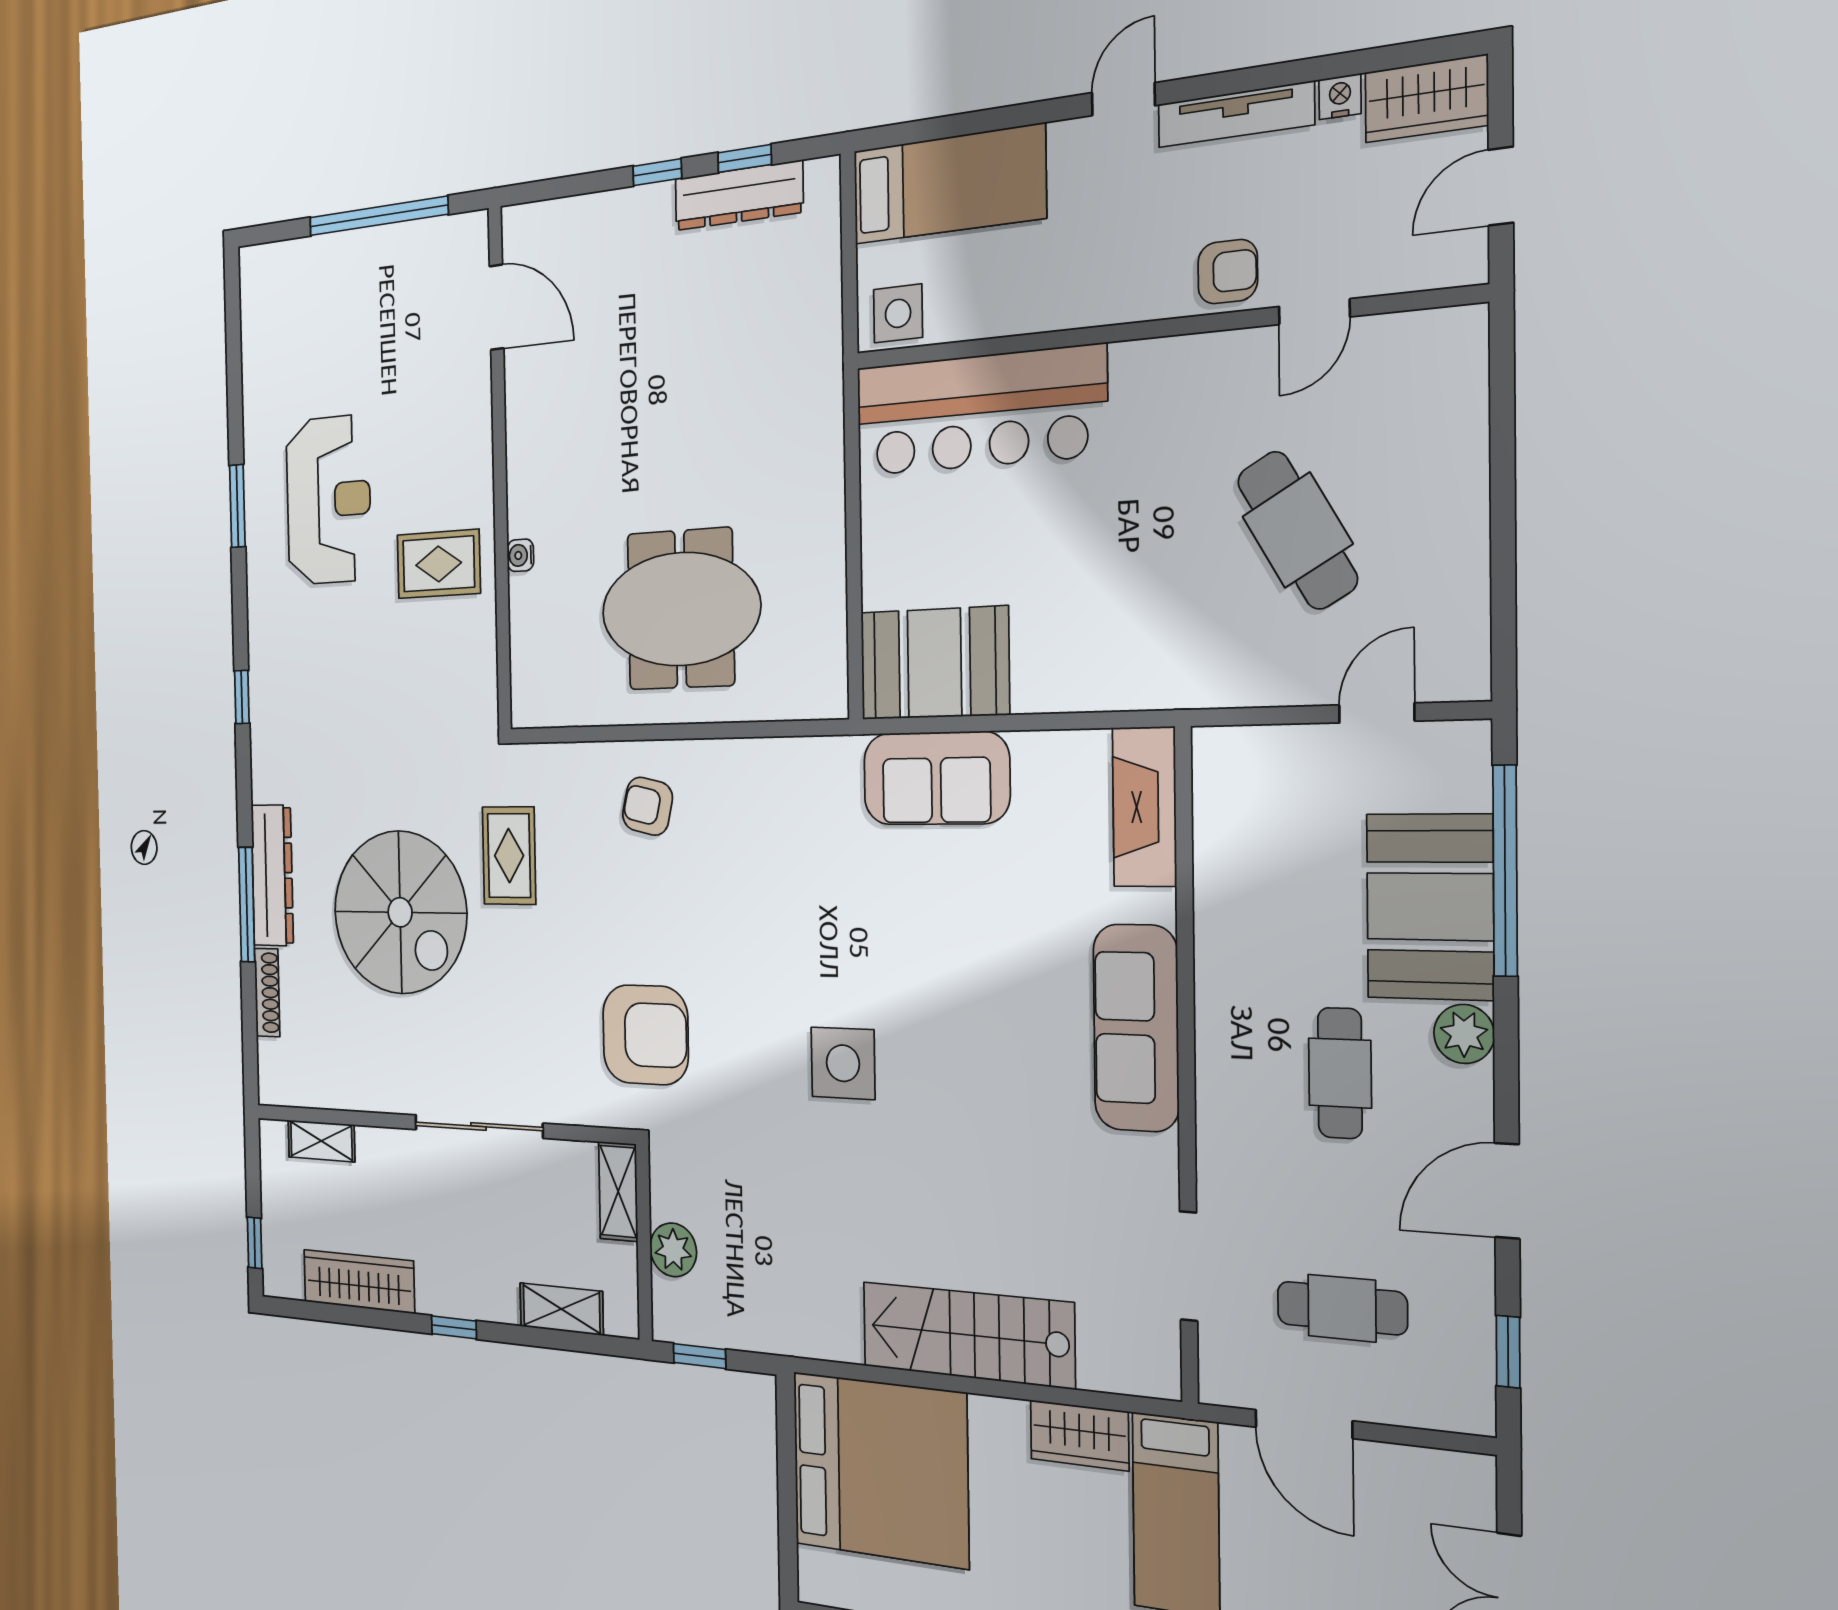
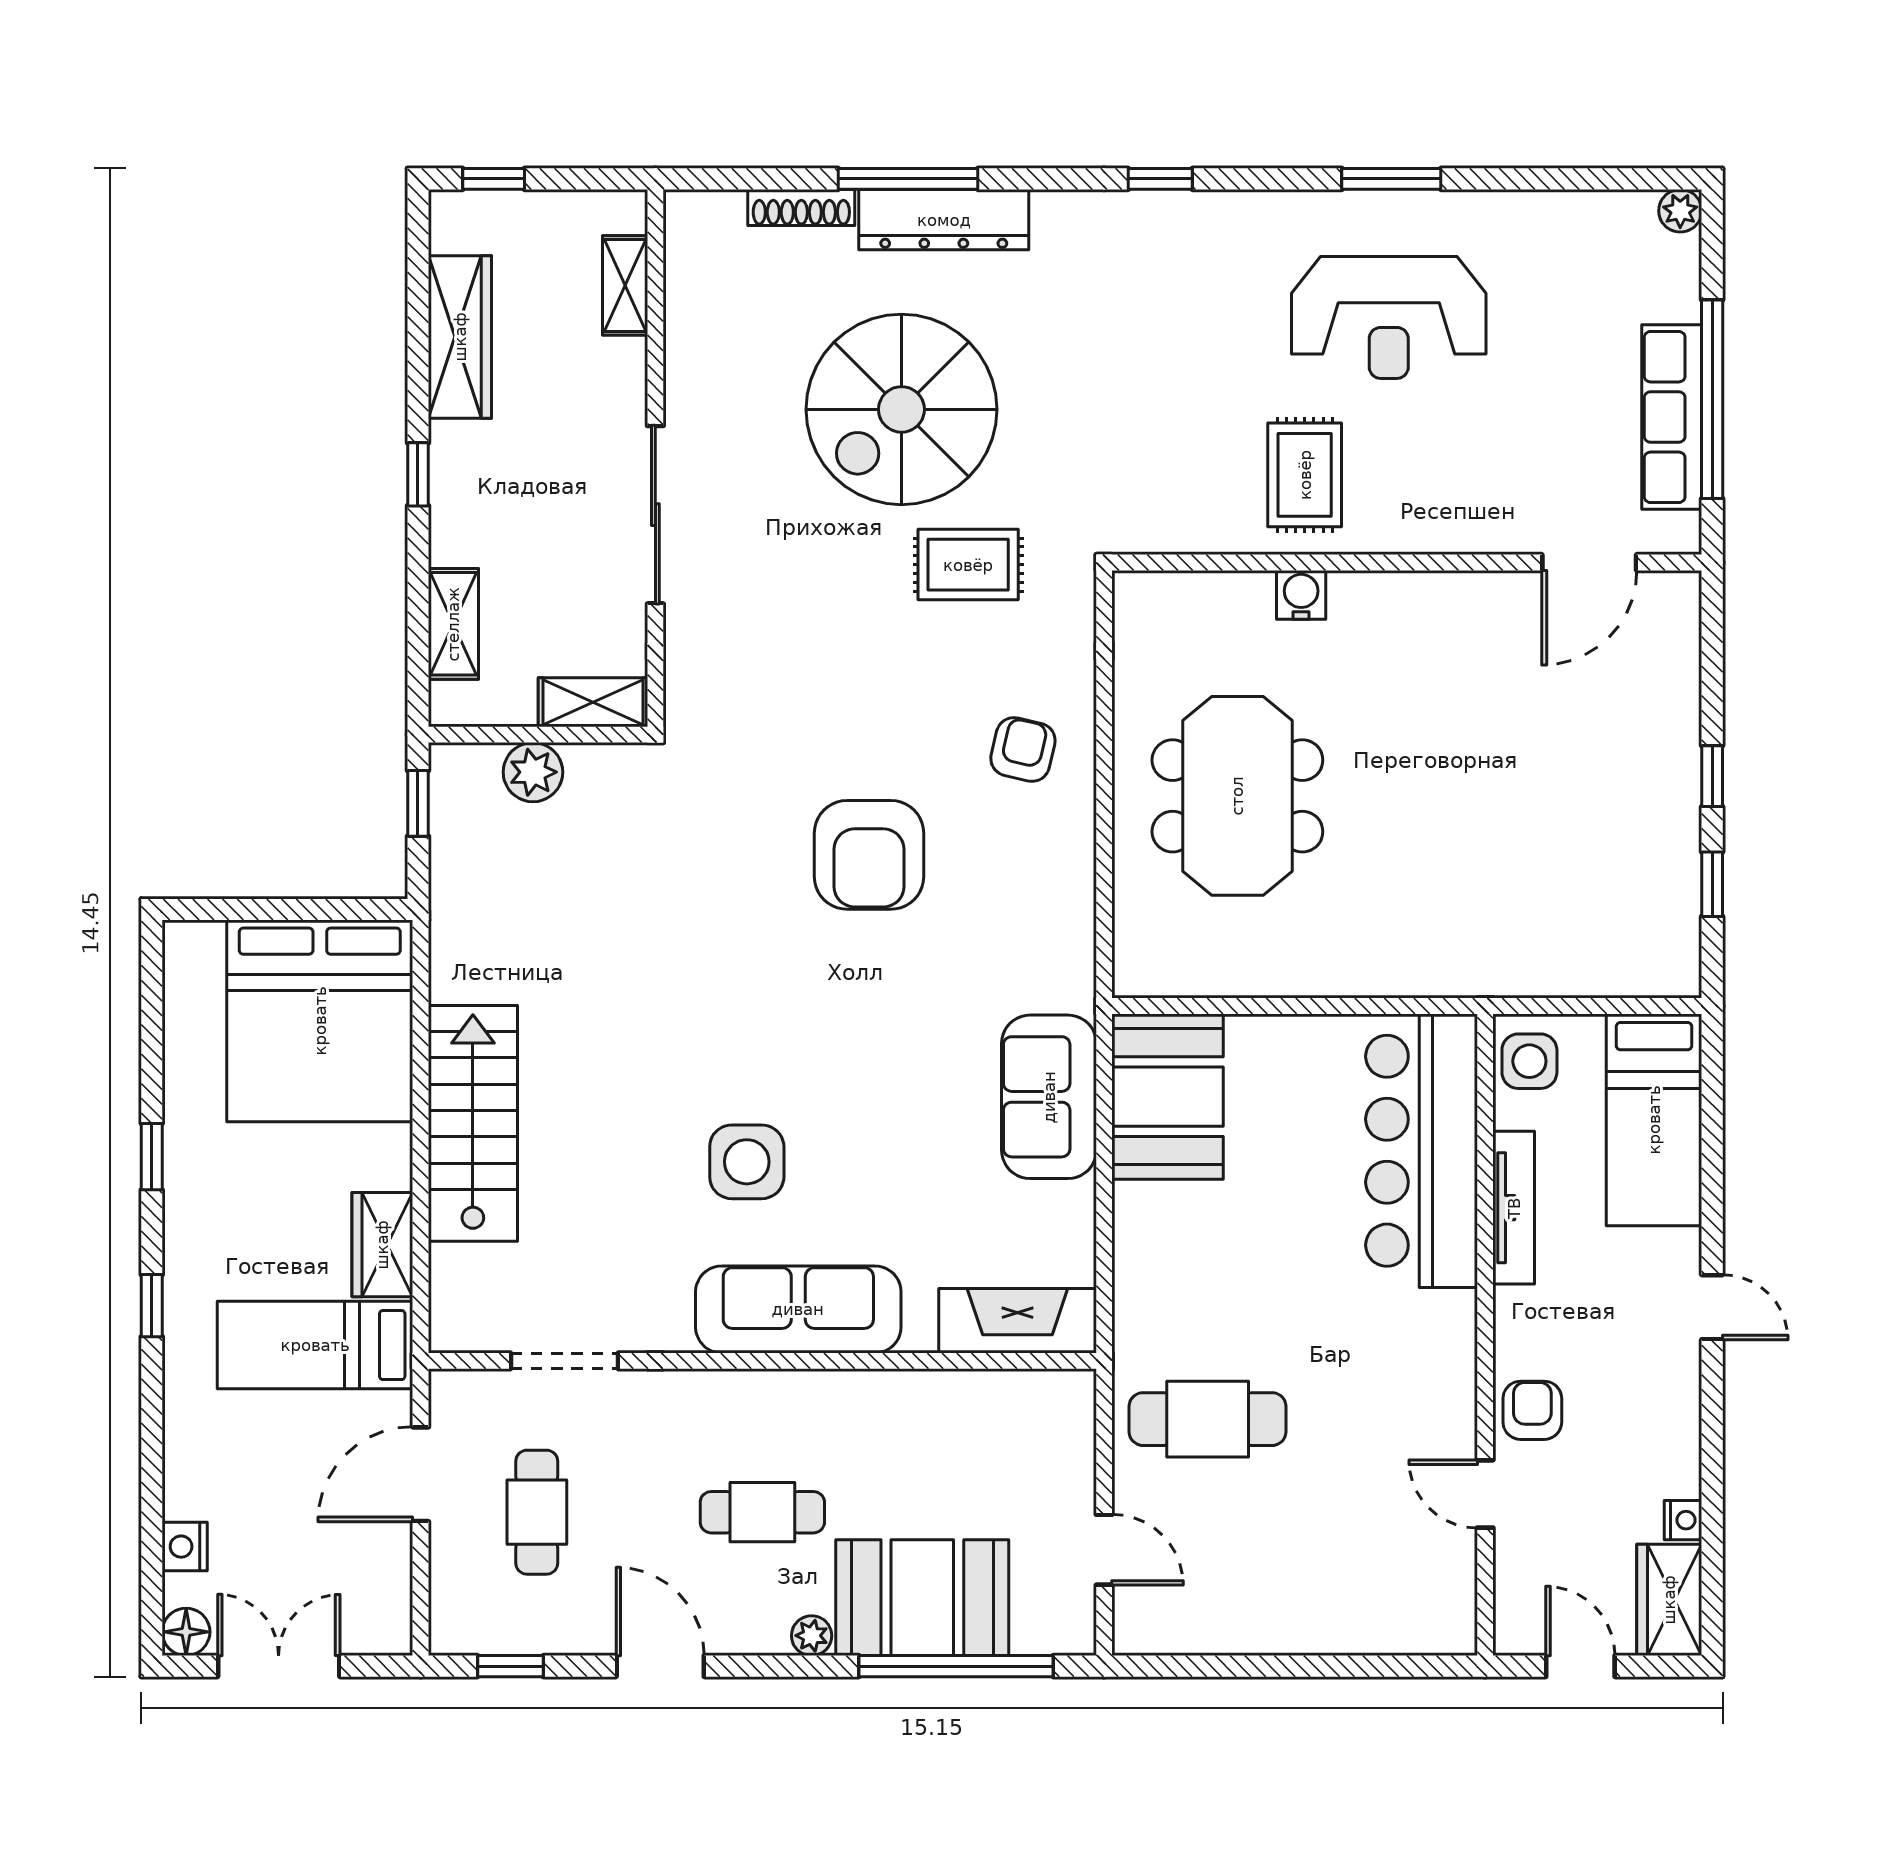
tv unit: (1236, 114) -> (1514, 1208), moved, turned 180
dresser: (739, 196) -> (1674, 876), removed
row of seats: (391, 249) -> (1672, 417), added
plant: (252, 263) -> (1680, 211), added
armchair: (1228, 272) -> (1532, 1410), turned 180
cafe table: (1297, 530) -> (1208, 1419), moved, turned 30
water cooler: (520, 555) -> (1301, 595), width x1.38, depth x1.38
plant: (1464, 1034) -> (812, 1636), width x0.73, depth x0.73
armchair: (645, 1035) -> (869, 855), moved
side table: (843, 1063) -> (747, 1162), moved

